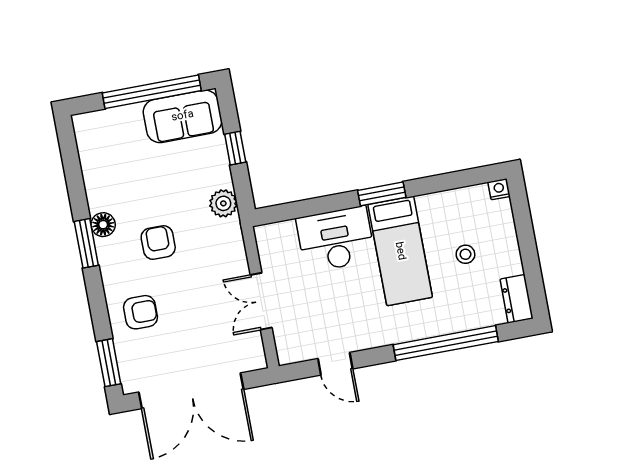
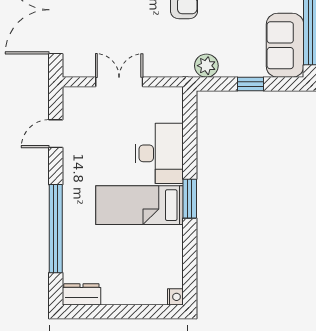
stool: (465, 254) -> (126, 259), removed

